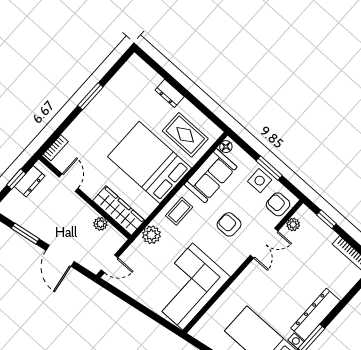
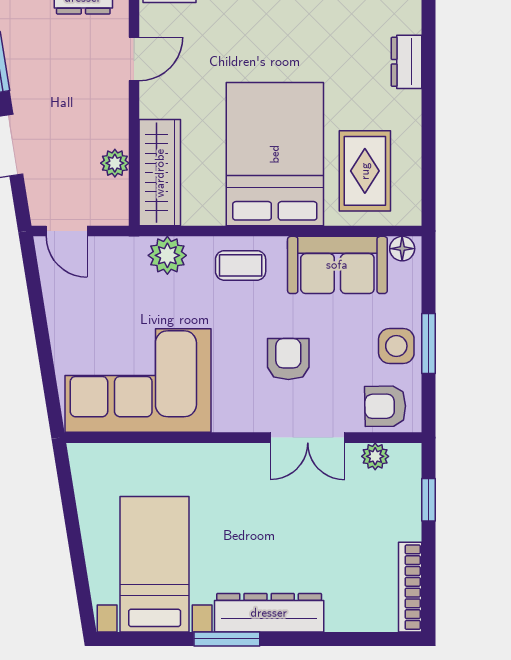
dresser: (170, 93) -> (406, 62), moved
armchair: (278, 204) -> (385, 406), turned -91

